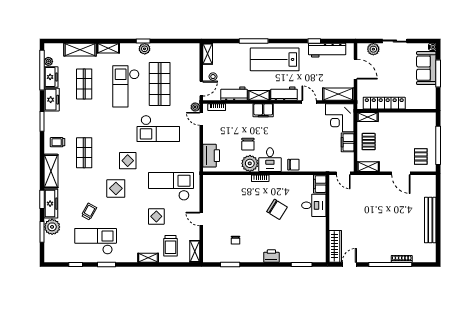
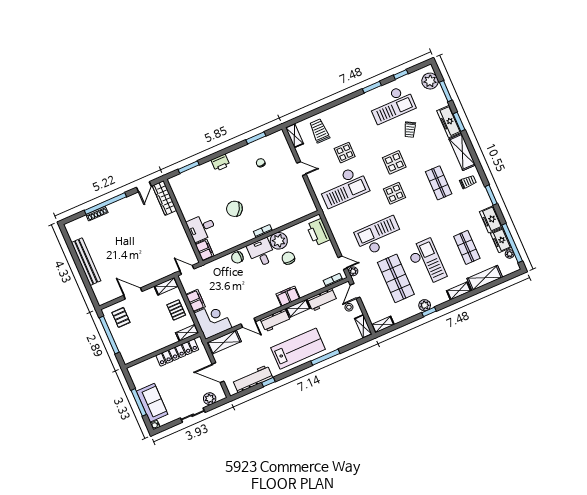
plant: (52, 227) -> (430, 81), moved
shelving: (148, 258) -> (383, 325), moved

